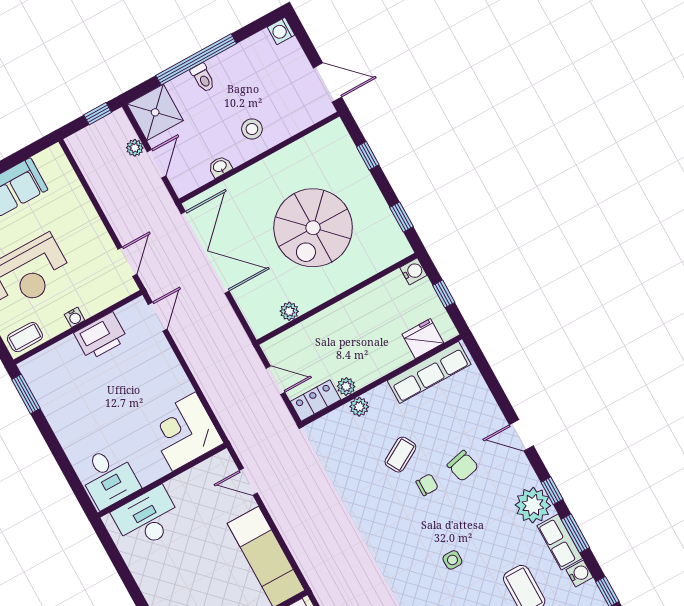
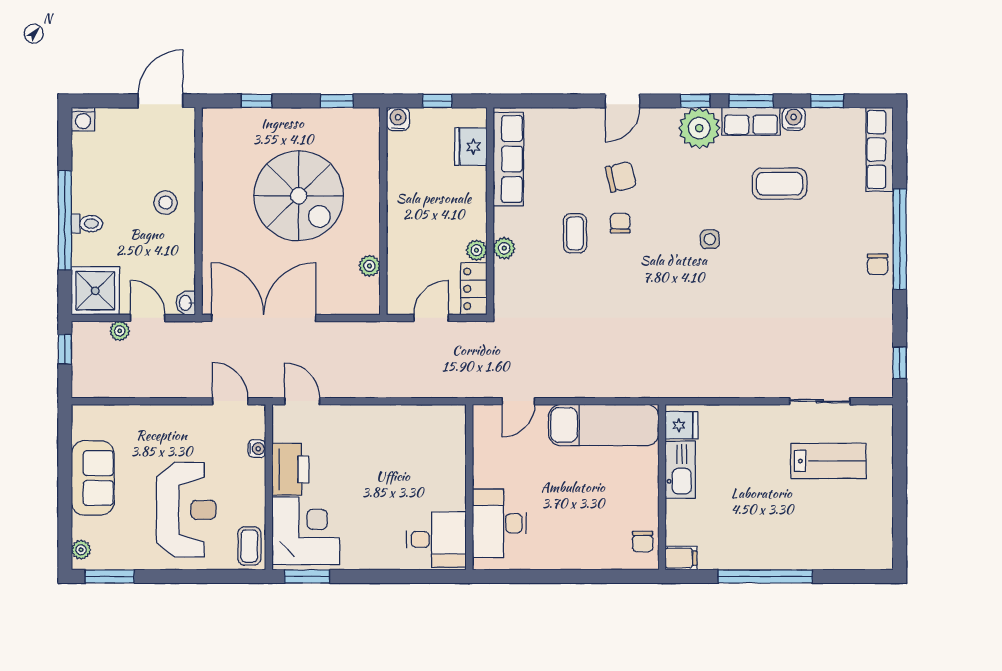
washbasin: (220, 167) -> (186, 303), moved
water cooler: (75, 317) -> (257, 449), moved
corner desk: (184, 432) -> (306, 531), moved, turned 180
coffee table: (400, 455) -> (575, 233), turned 30

